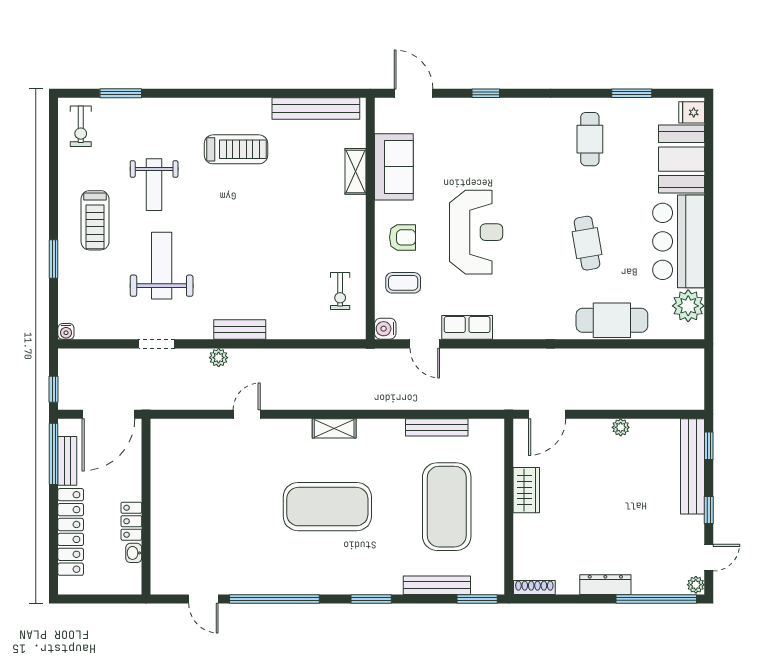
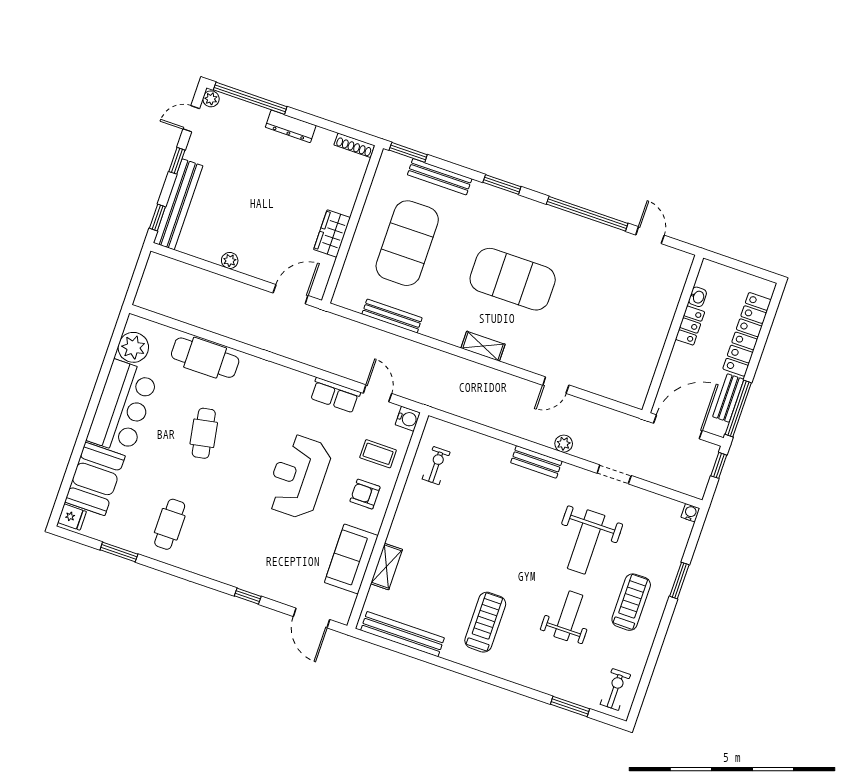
treadmill: (236, 149) -> (485, 622), turned 90

